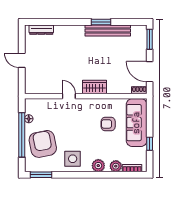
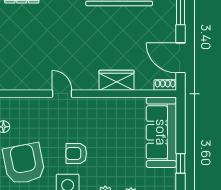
wardrobe: (94, 87) -> (116, 80), moved
armchair: (108, 124) -> (76, 153), moved

